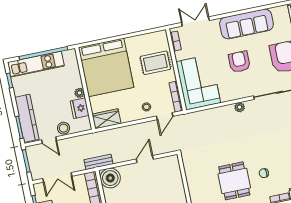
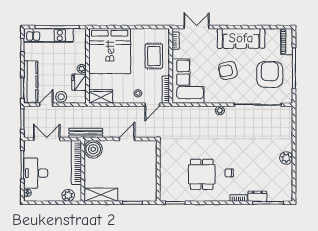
armchair: (239, 62) -> (228, 70), turned -102
rug: (155, 63) -> (154, 56), turned 90
door: (49, 140) -> (46, 105), swing flipped
bench: (98, 162) -> (86, 133), width x1.36
double door: (57, 177) -> (47, 139), swing flipped

